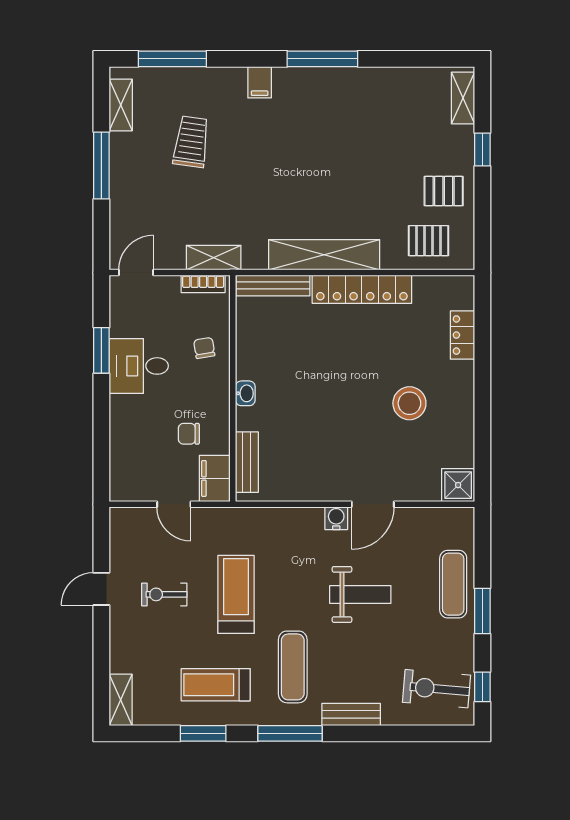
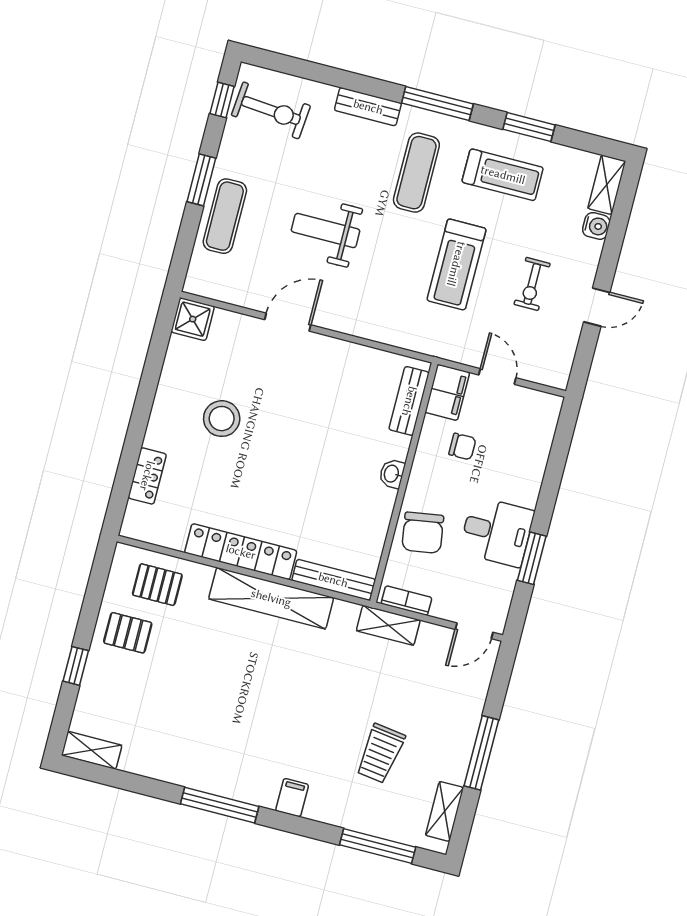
shelving: (463, 98) -> (92, 750), moved, turned 90
chair: (204, 348) -> (423, 533), width x1.87, depth x1.87
water cooler: (336, 518) -> (596, 226), moved, turned -90
exercise bike: (164, 594) -> (532, 284), turned 90

